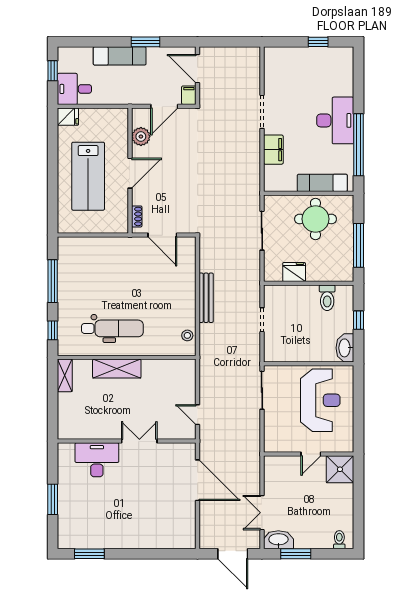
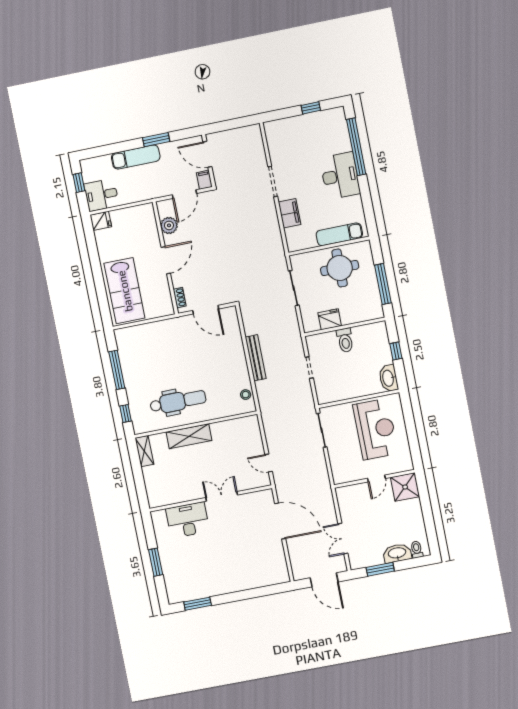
window: (358, 145) -> (356, 147), moved
lab bench: (88, 176) -> (125, 291), moved
toilet: (327, 298) -> (345, 340), moved
washbasin: (278, 540) -> (397, 553), moved

